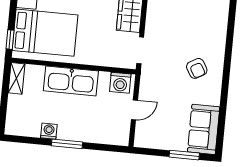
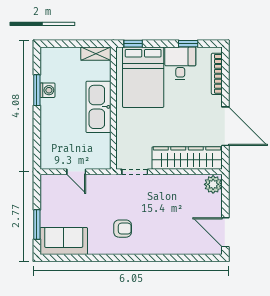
armchair: (197, 68) -> (123, 229), turned -150
washing machine: (120, 83) -> (101, 155), removed
window: (67, 144) -> (37, 90), moved

